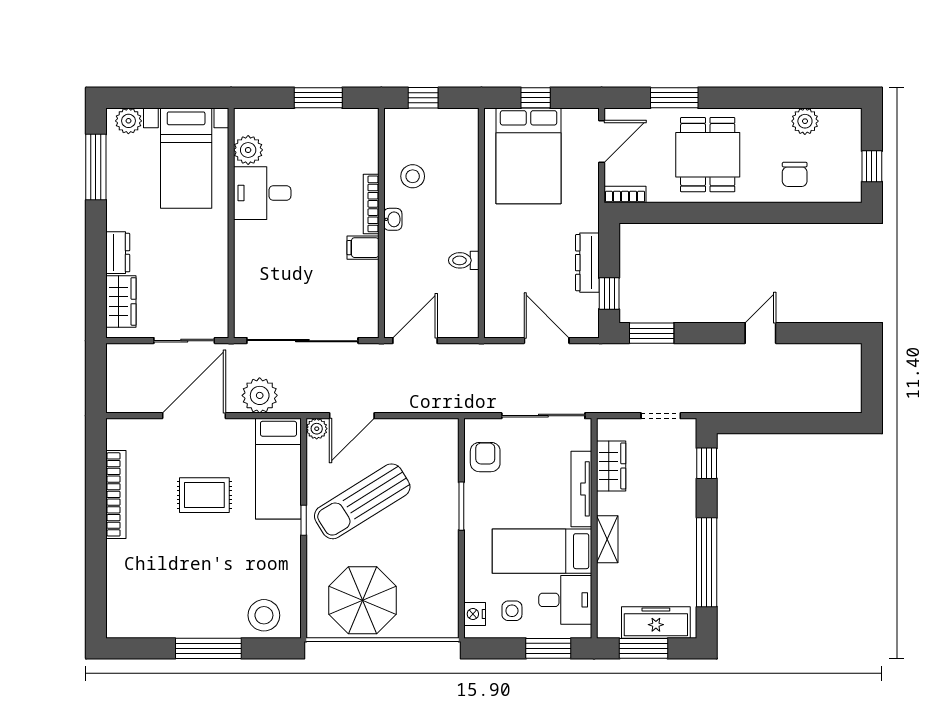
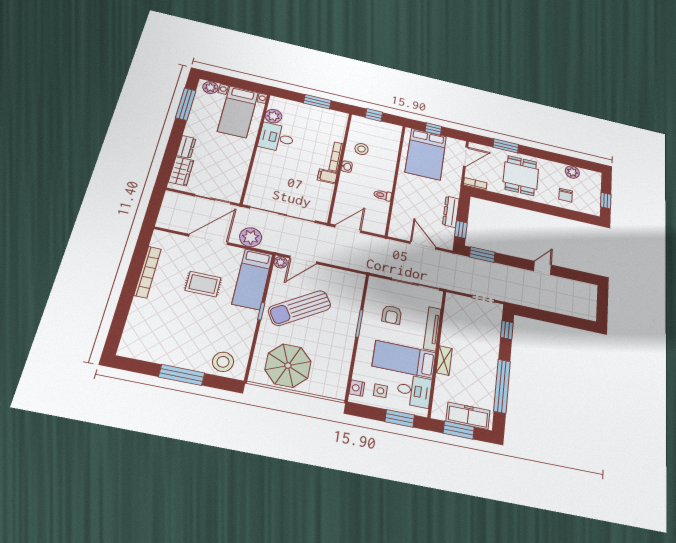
armchair: (485, 457) -> (392, 315), moved, turned 180
wardrobe: (611, 466) -> (451, 320), removed

